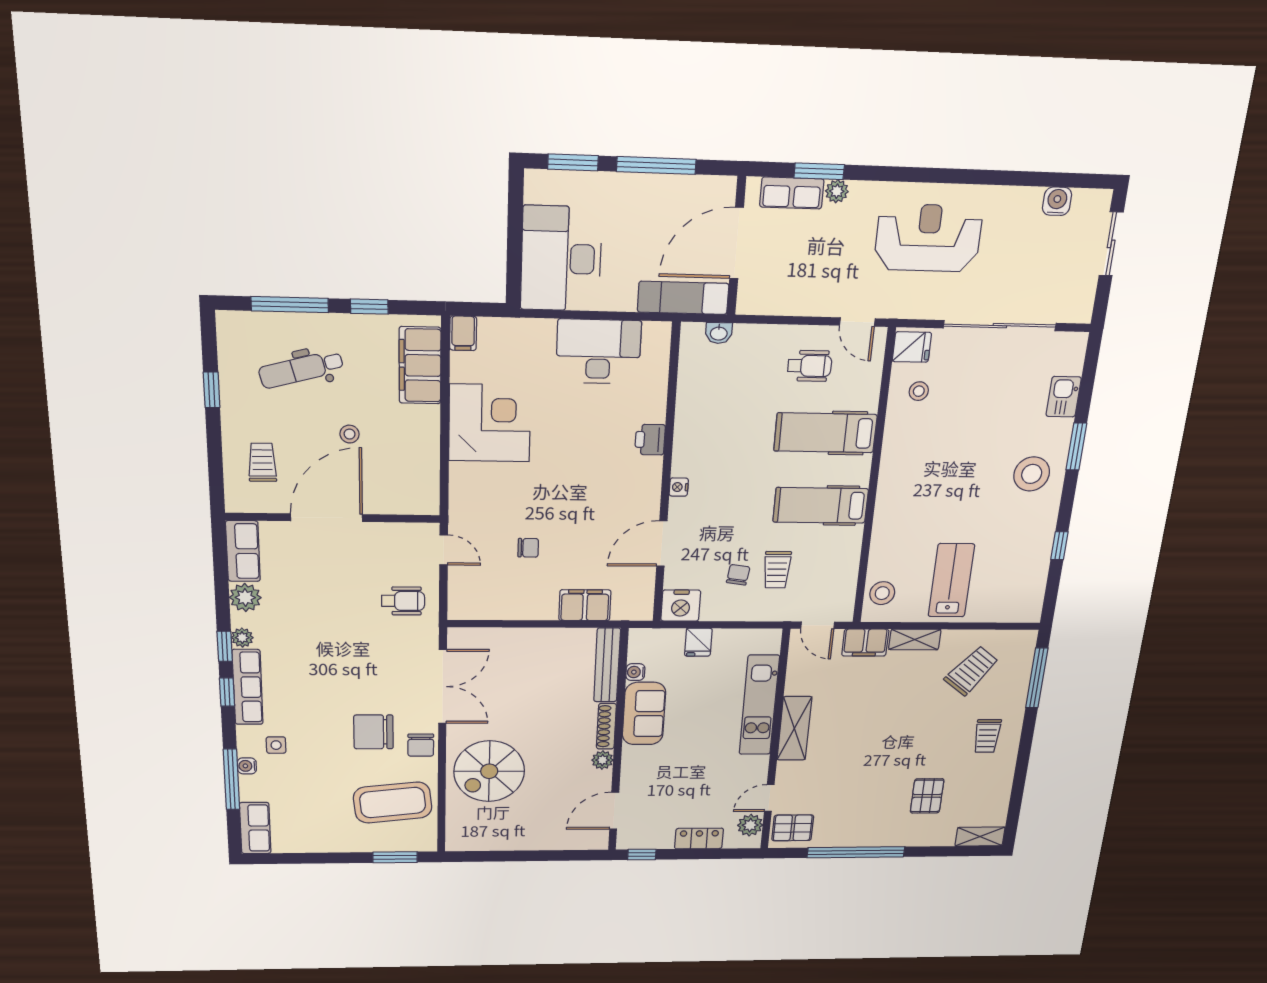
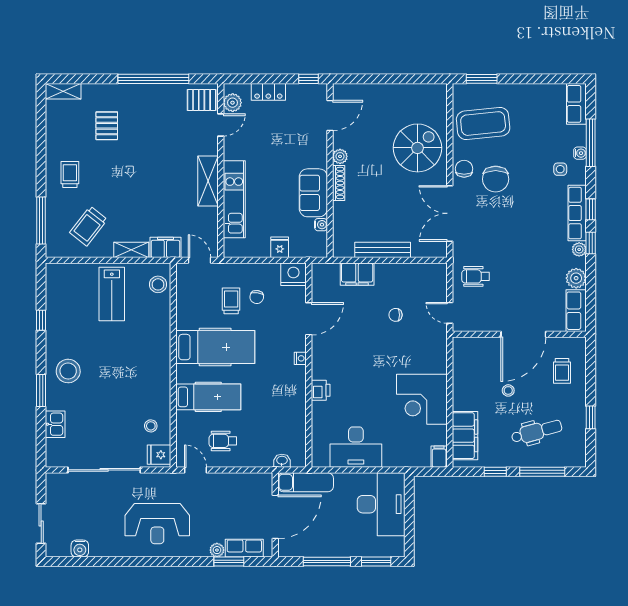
hospital bed: (821, 505) -> (215, 347), width x1.37, depth x1.29
bench: (607, 665) -> (383, 250), moved, turned 90
chair: (373, 732) -> (496, 179), turned 90

